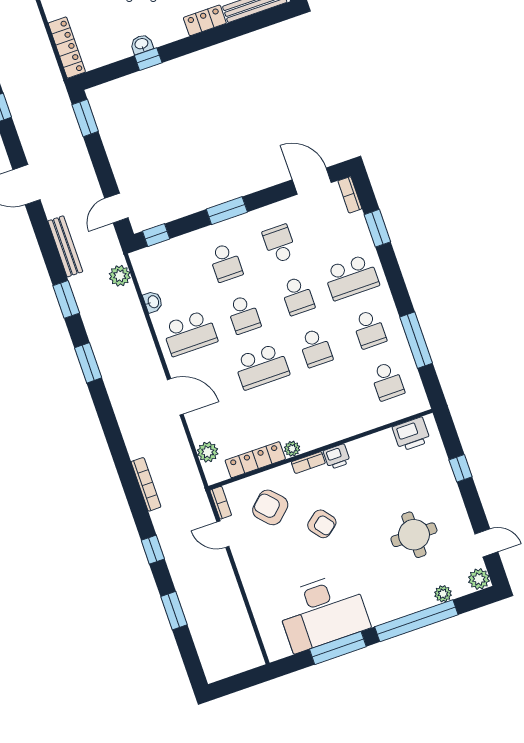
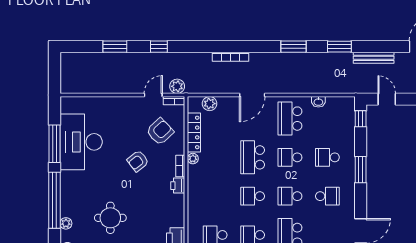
plant: (120, 276) -> (177, 86), moved
bookcase: (146, 484) -> (230, 57), moved

